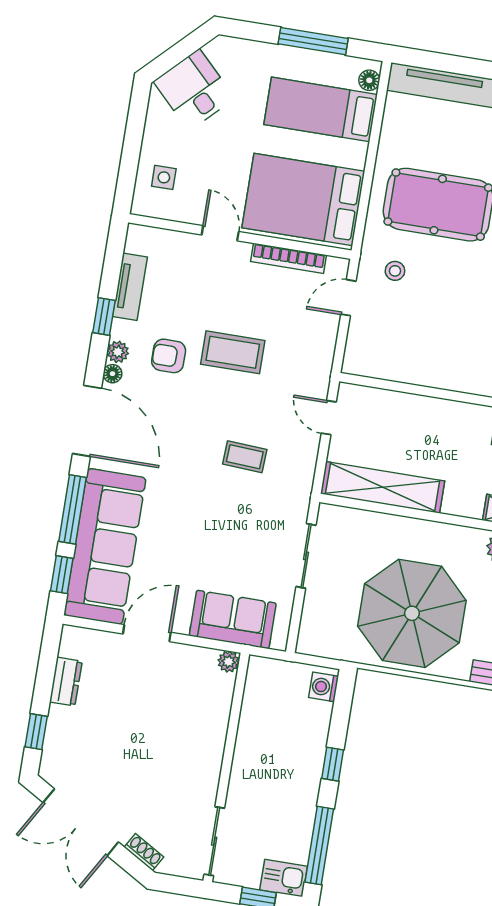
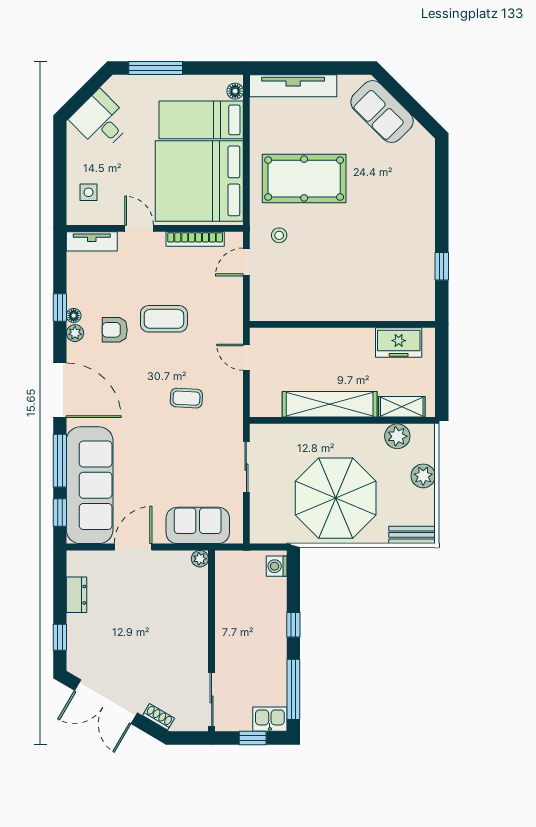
window: (313, 41) -> (156, 68), moved
bed: (303, 200) -> (199, 181), width x1.36
tv unit: (130, 287) -> (92, 241), moved, turned 90
floor lamp: (113, 374) -> (74, 316), moved
shelving: (383, 487) -> (330, 404), moved

